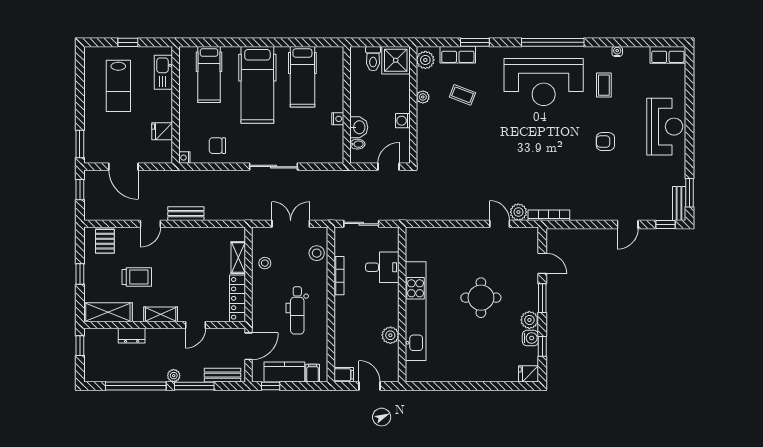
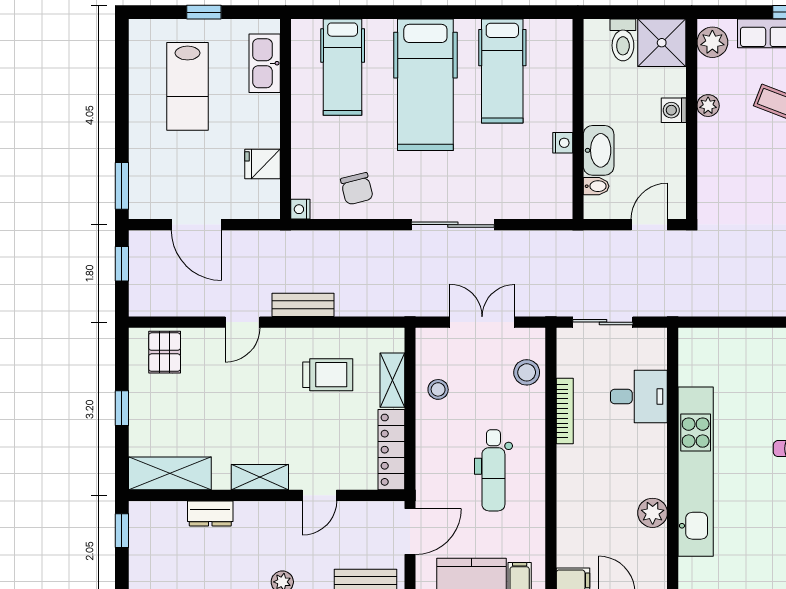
washing machine: (403, 121) -> (674, 110), moved
washbasin: (359, 127) -> (599, 150), width x1.38
chair: (217, 146) -> (357, 189), turned -104
trolley: (137, 277) -> (328, 375), moved

